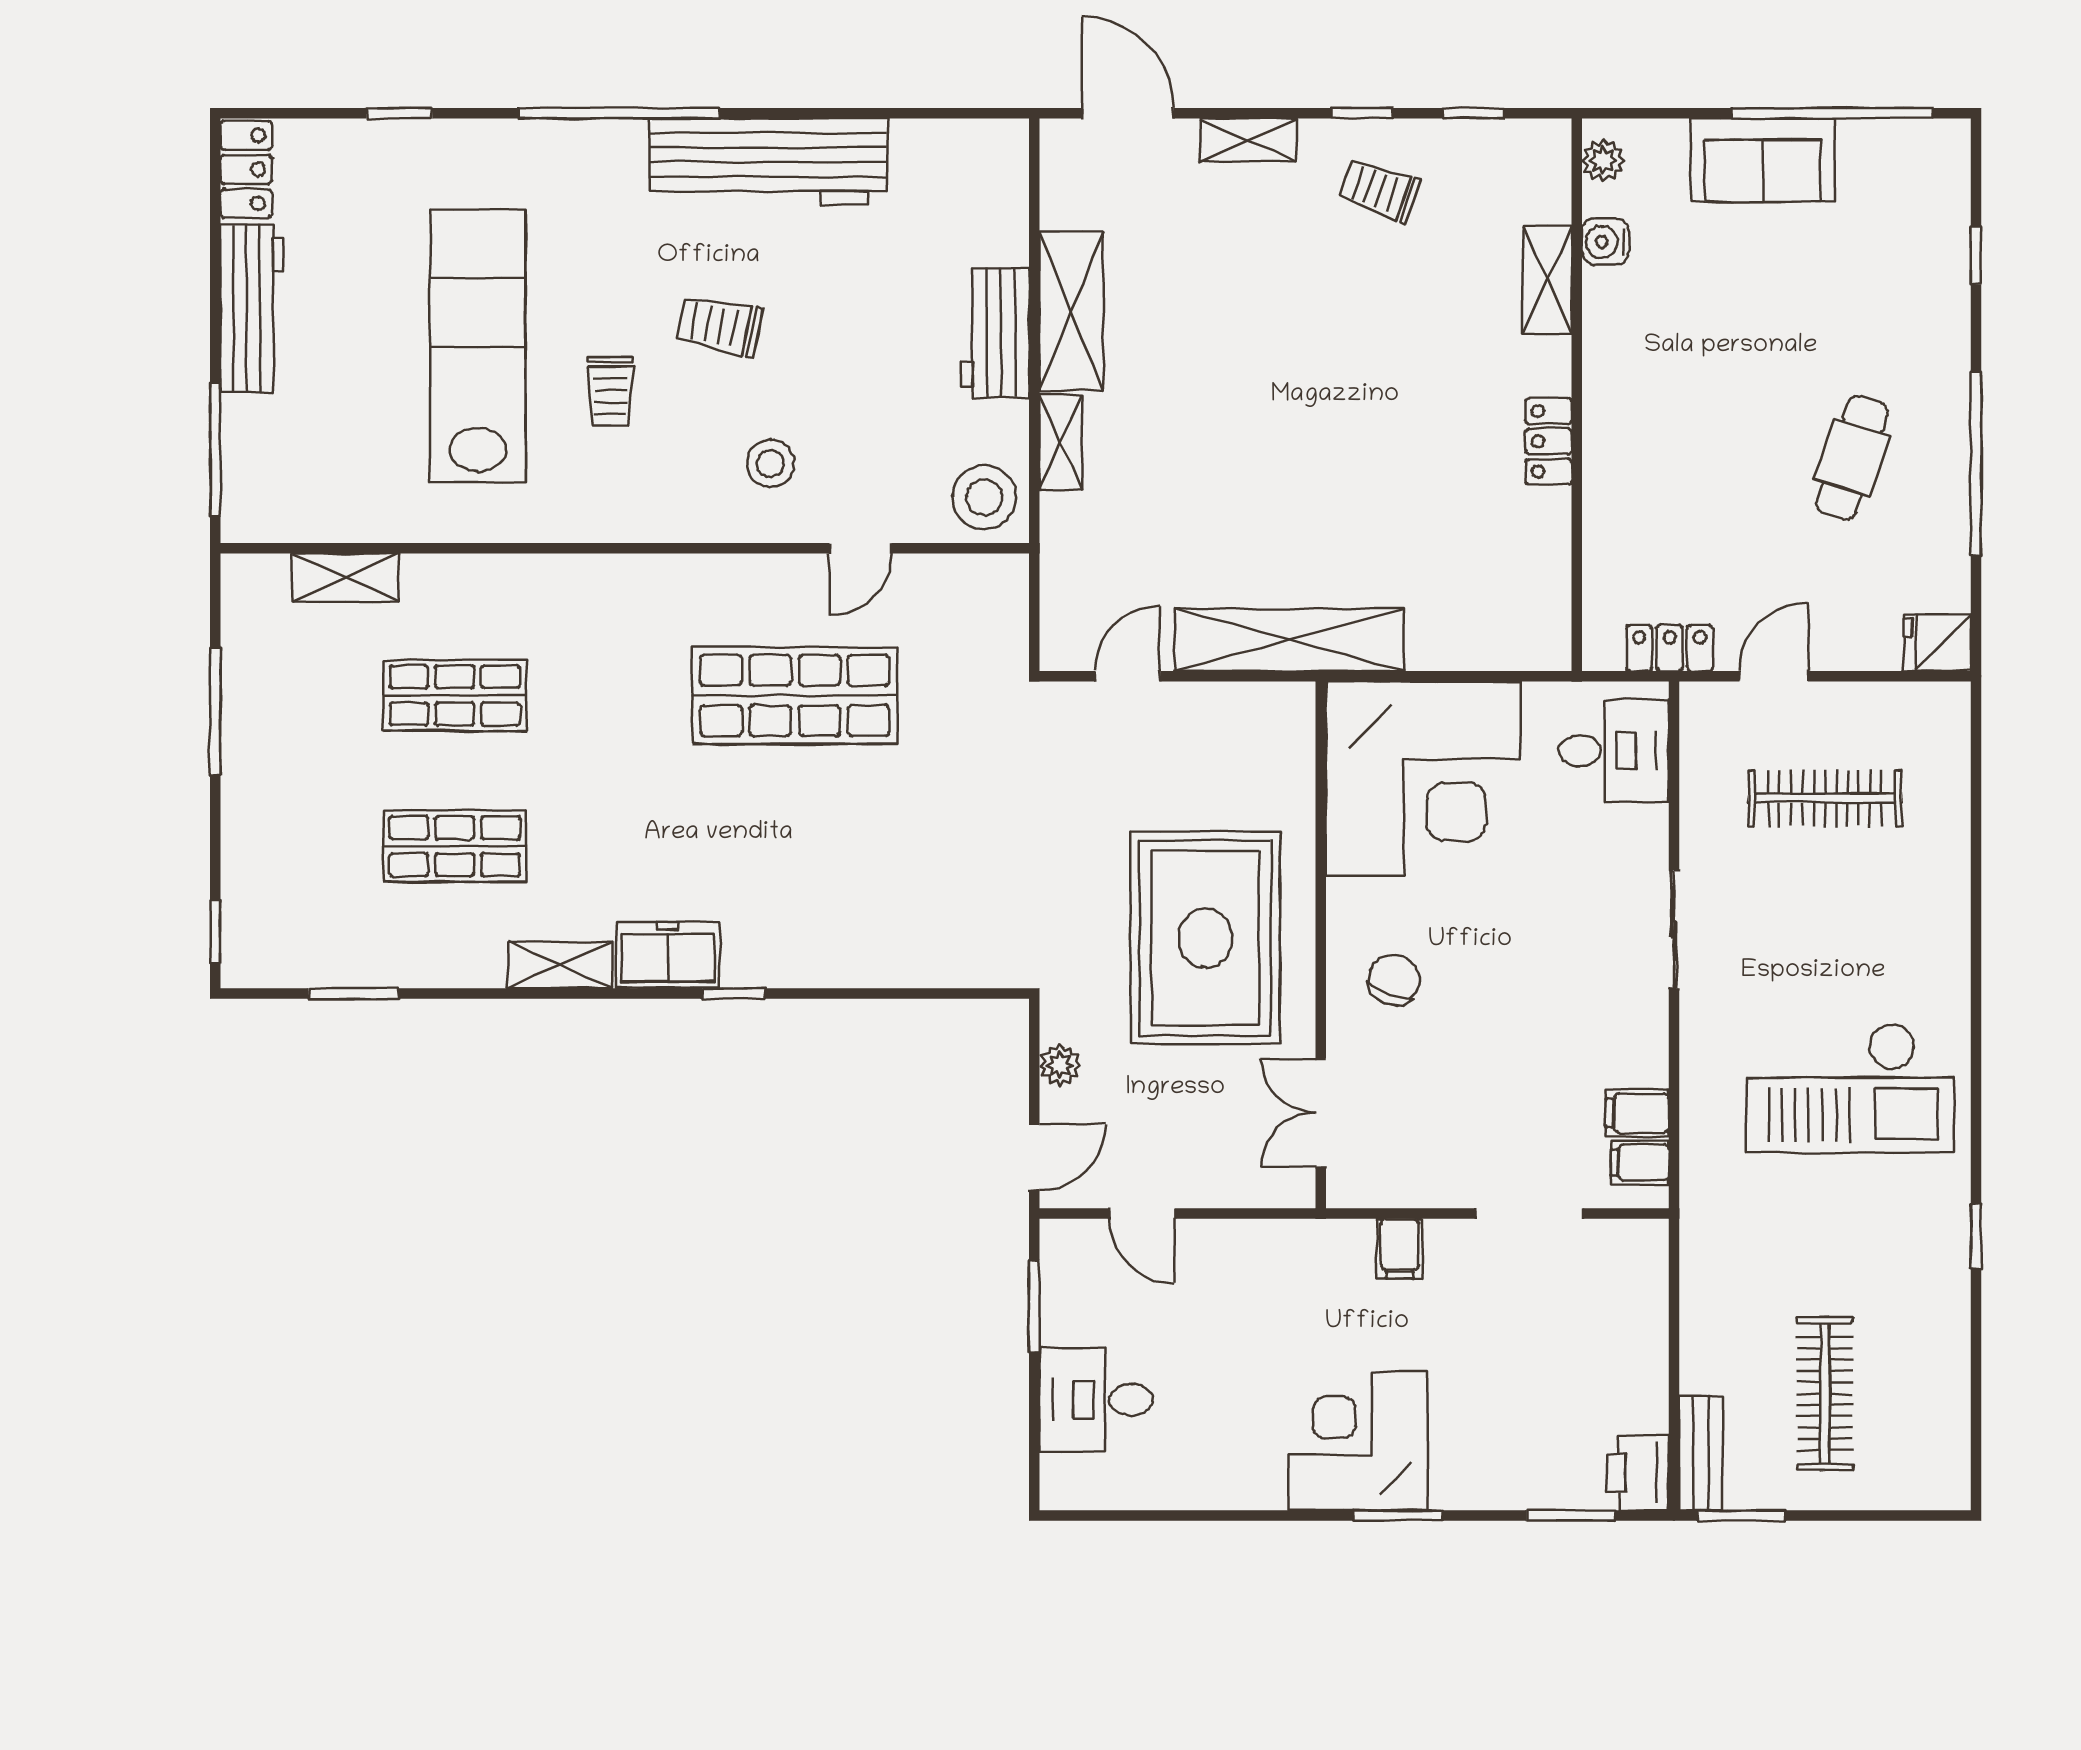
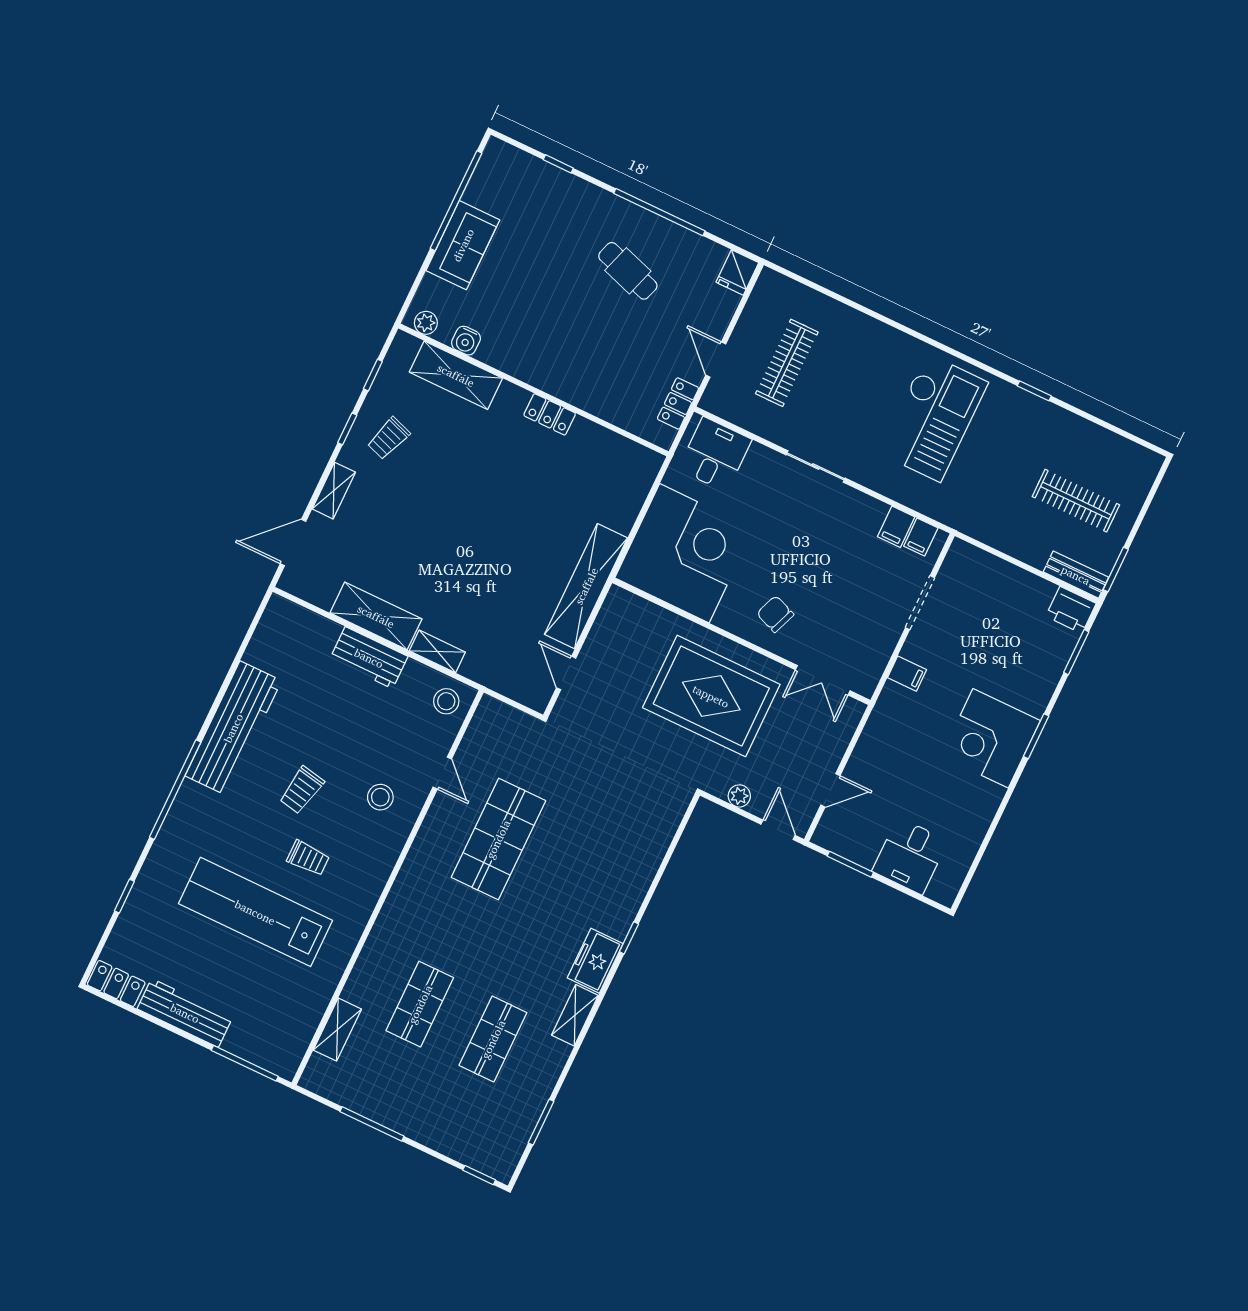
shelving: (1547, 280) -> (456, 375), width x1.50, depth x1.33
stool: (984, 497) -> (446, 701), width x0.73, depth x0.73

